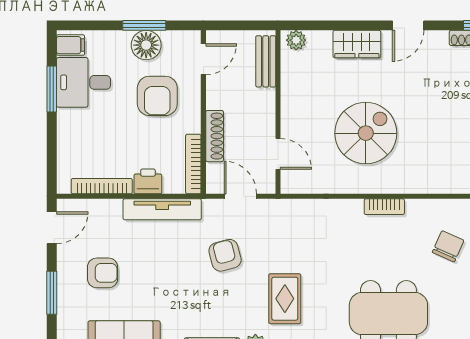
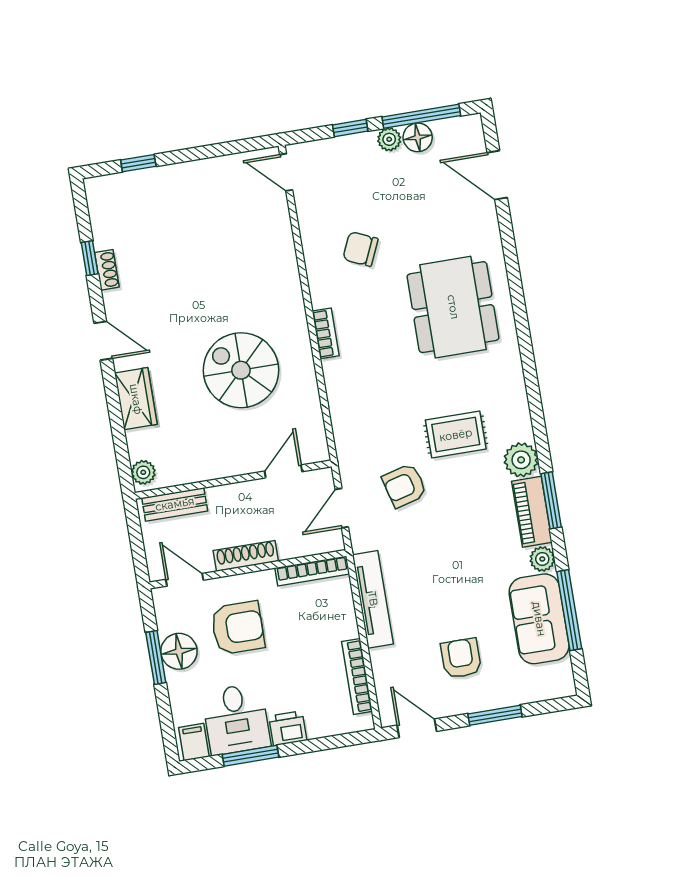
shoe rack: (215, 136) -> (246, 556), moved
printer: (148, 181) -> (288, 728), moved, turned 90
armchair: (225, 255) -> (404, 485), moved

